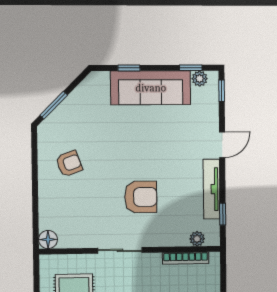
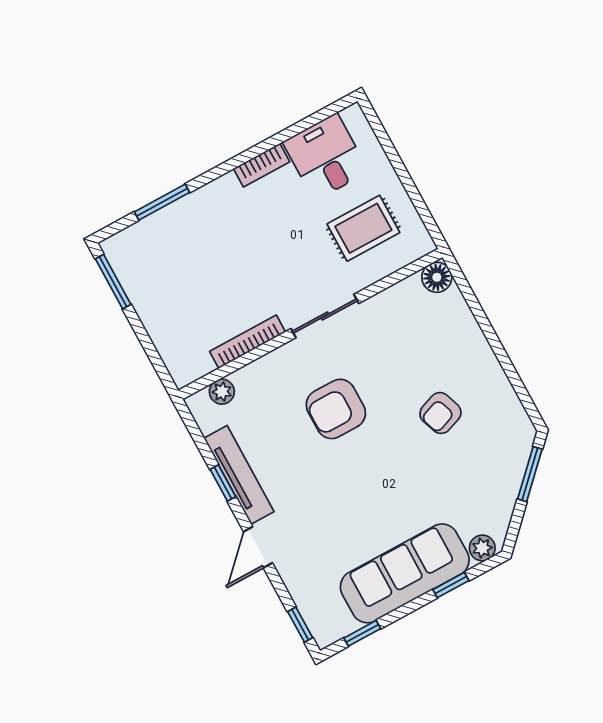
plant: (200, 79) -> (482, 548), moved
armchair: (69, 164) -> (440, 413), moved
window: (223, 214) -> (223, 483), moved
bookcase: (186, 258) -> (248, 342), moved

